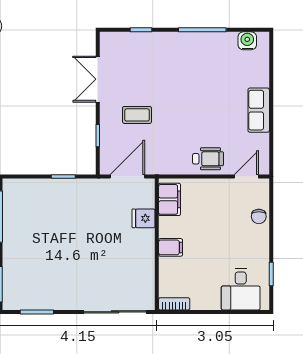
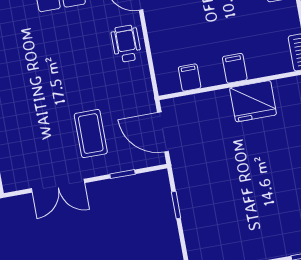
coffee table: (137, 115) -> (91, 134), width x1.36, depth x1.30
filing cabinet: (170, 199) -> (190, 77), width x0.50
fridge: (143, 218) -> (253, 101), moved, width x1.88, depth x1.34

